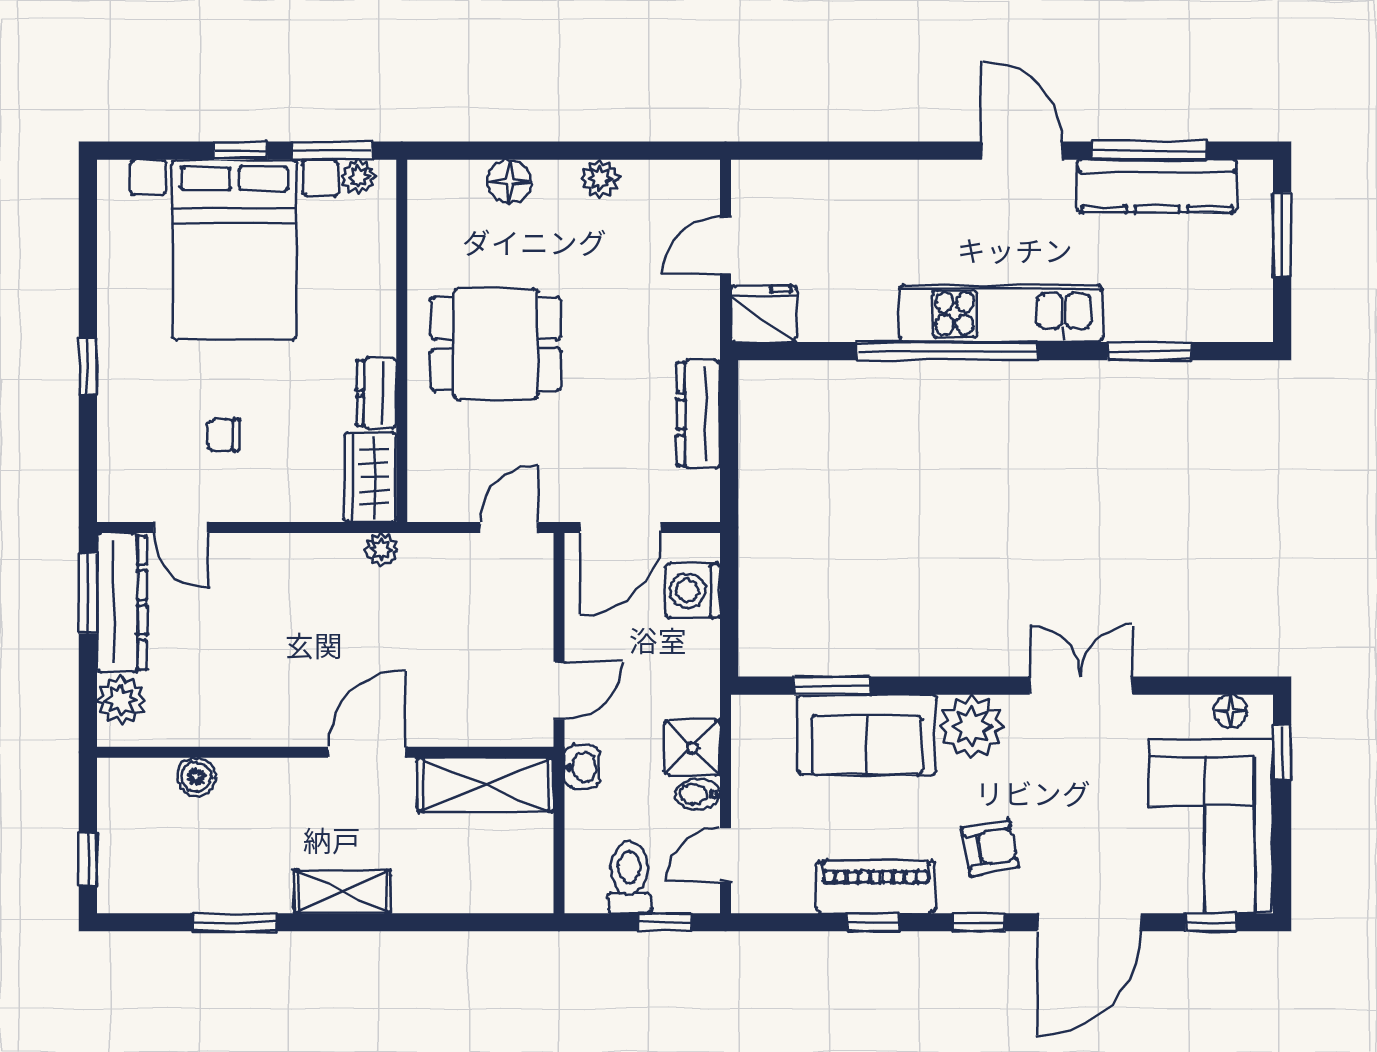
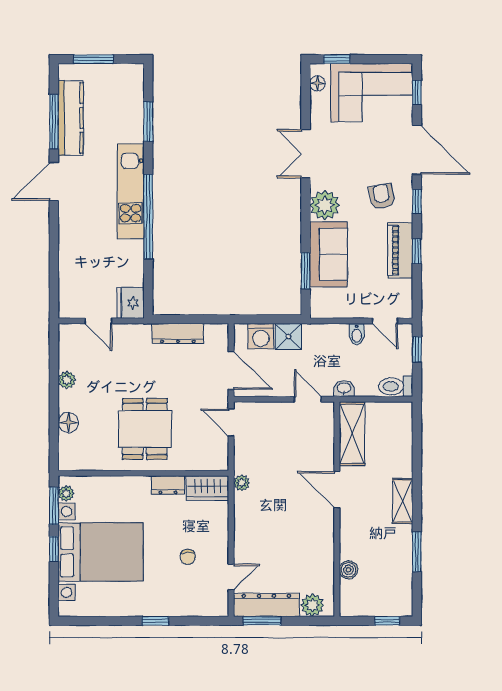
shower: (692, 748) -> (288, 337), moved
toilet: (629, 877) -> (396, 386), moved

